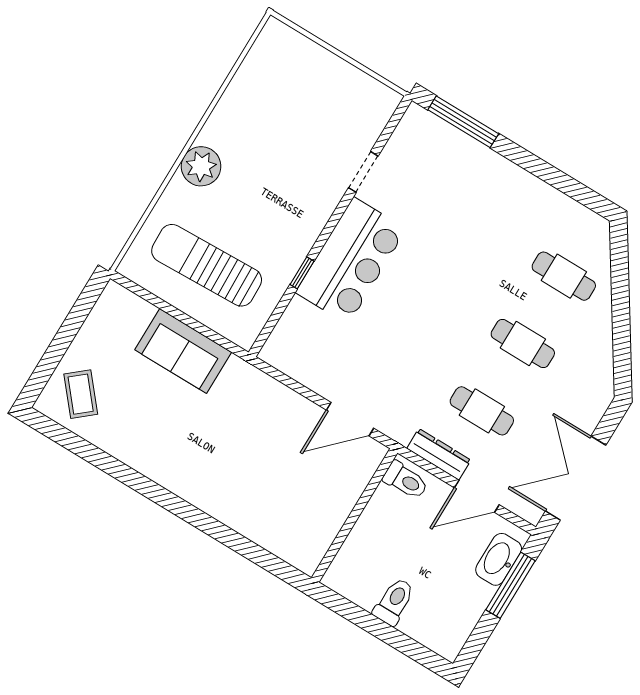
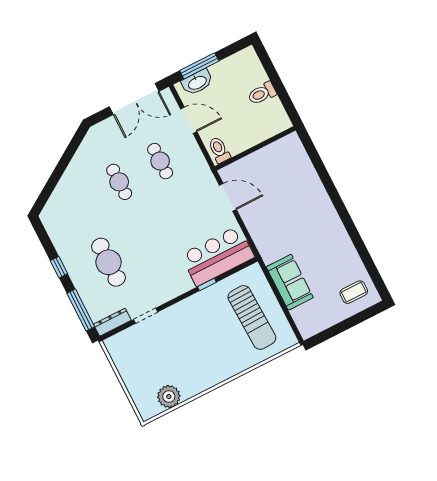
window: (534, 165) -> (59, 267), added
plant: (201, 166) -> (169, 397), moved
bar counter: (351, 261) -> (218, 256), moved
cafe table: (564, 276) -> (108, 262), moved, width x1.37, depth x1.35
coffee table: (81, 394) -> (354, 292), turned 40
dresser: (439, 454) -> (112, 322), moved, turned 90

